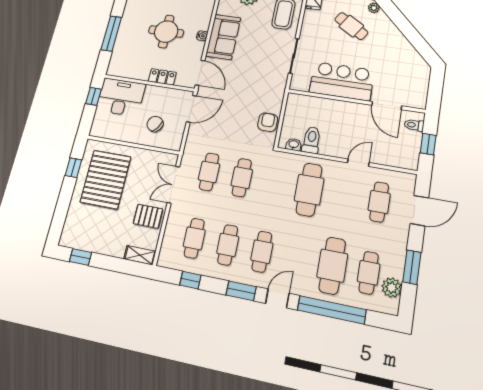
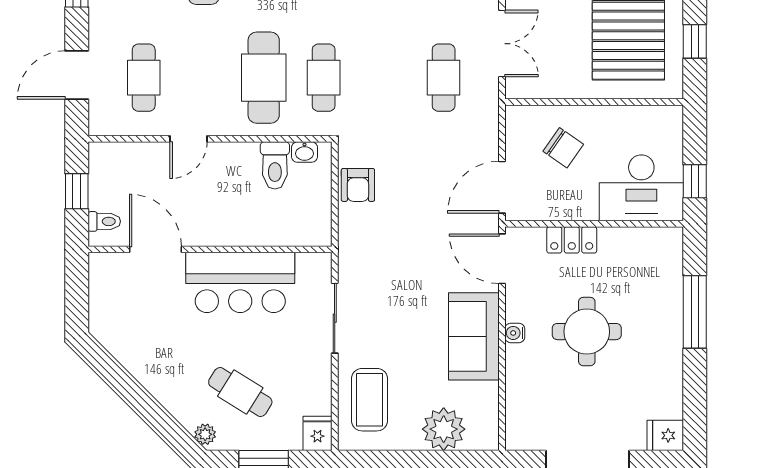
cafe table: (242, 178) -> (324, 78), moved

